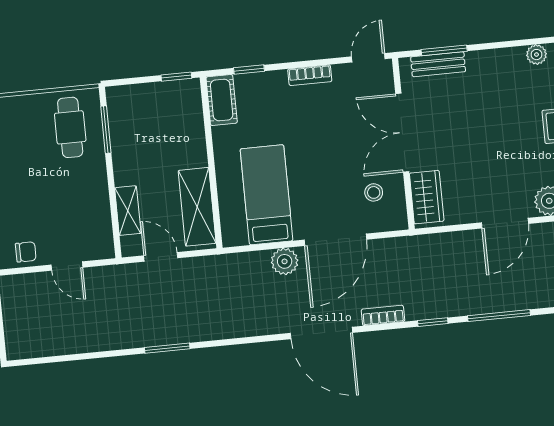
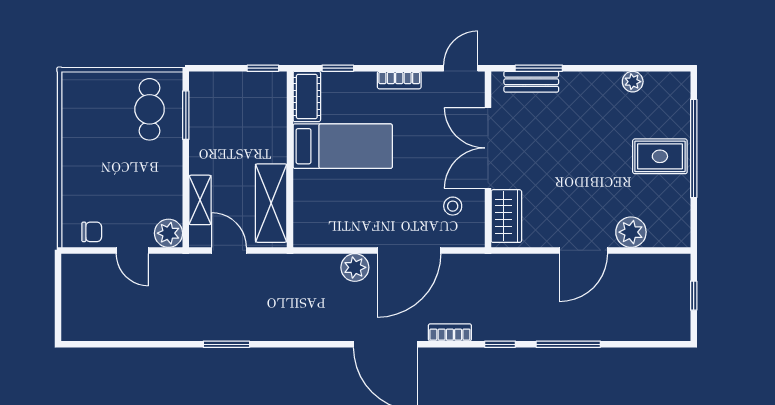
bed: (267, 195) -> (343, 146), moved, turned 90
plant: (100, 246) -> (169, 233), added

